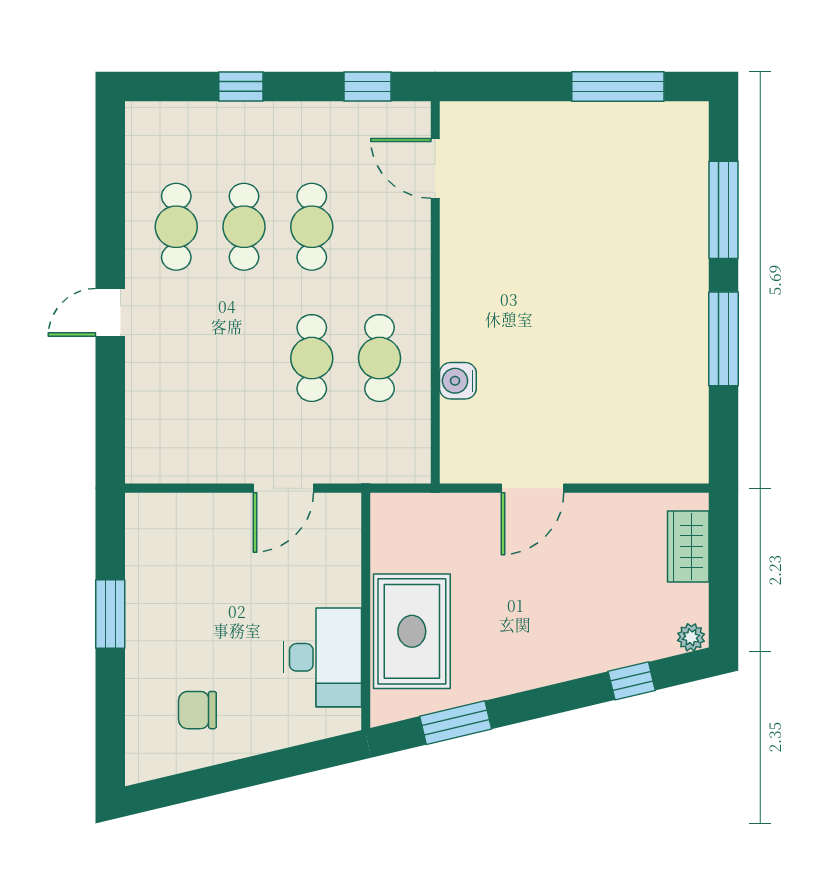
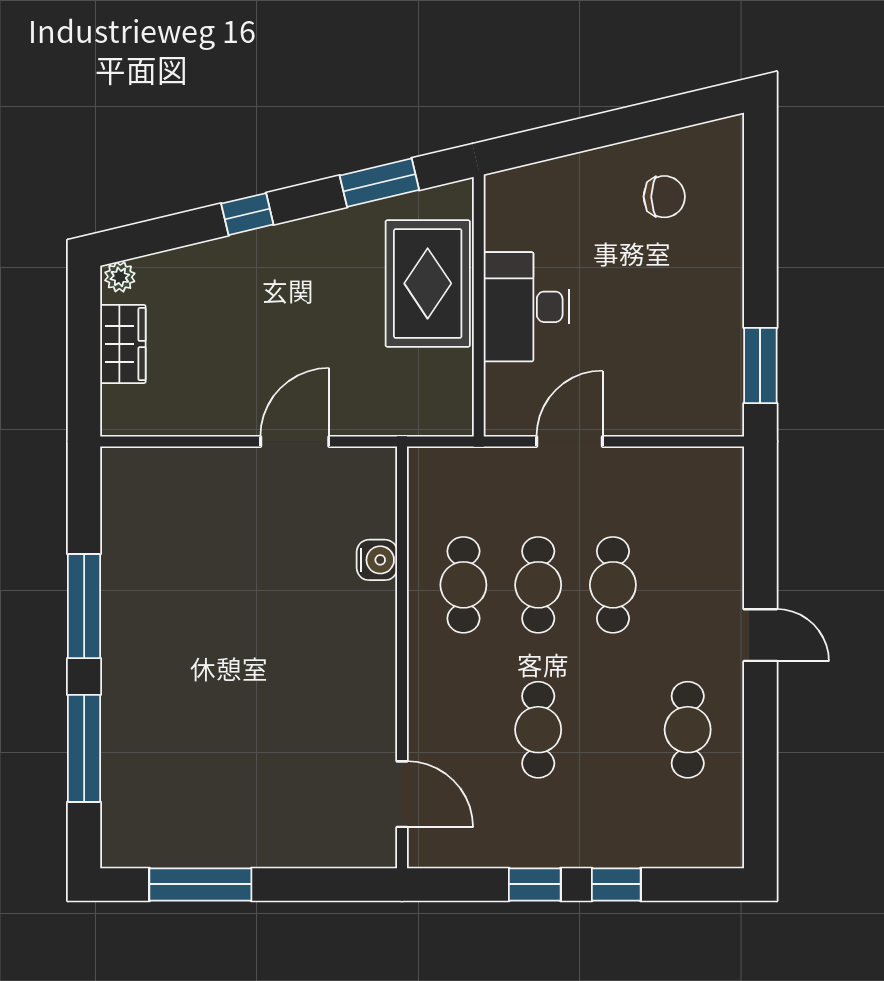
window: (368, 86) -> (535, 884), moved
cafe table: (244, 227) -> (613, 585), moved
door: (110, 312) -> (760, 635), hinge flipped
wardrobe: (688, 547) -> (123, 344), moved
window: (110, 614) -> (760, 365), moved
desk: (322, 657) -> (526, 307), moved
window: (632, 681) -> (247, 214), moved

